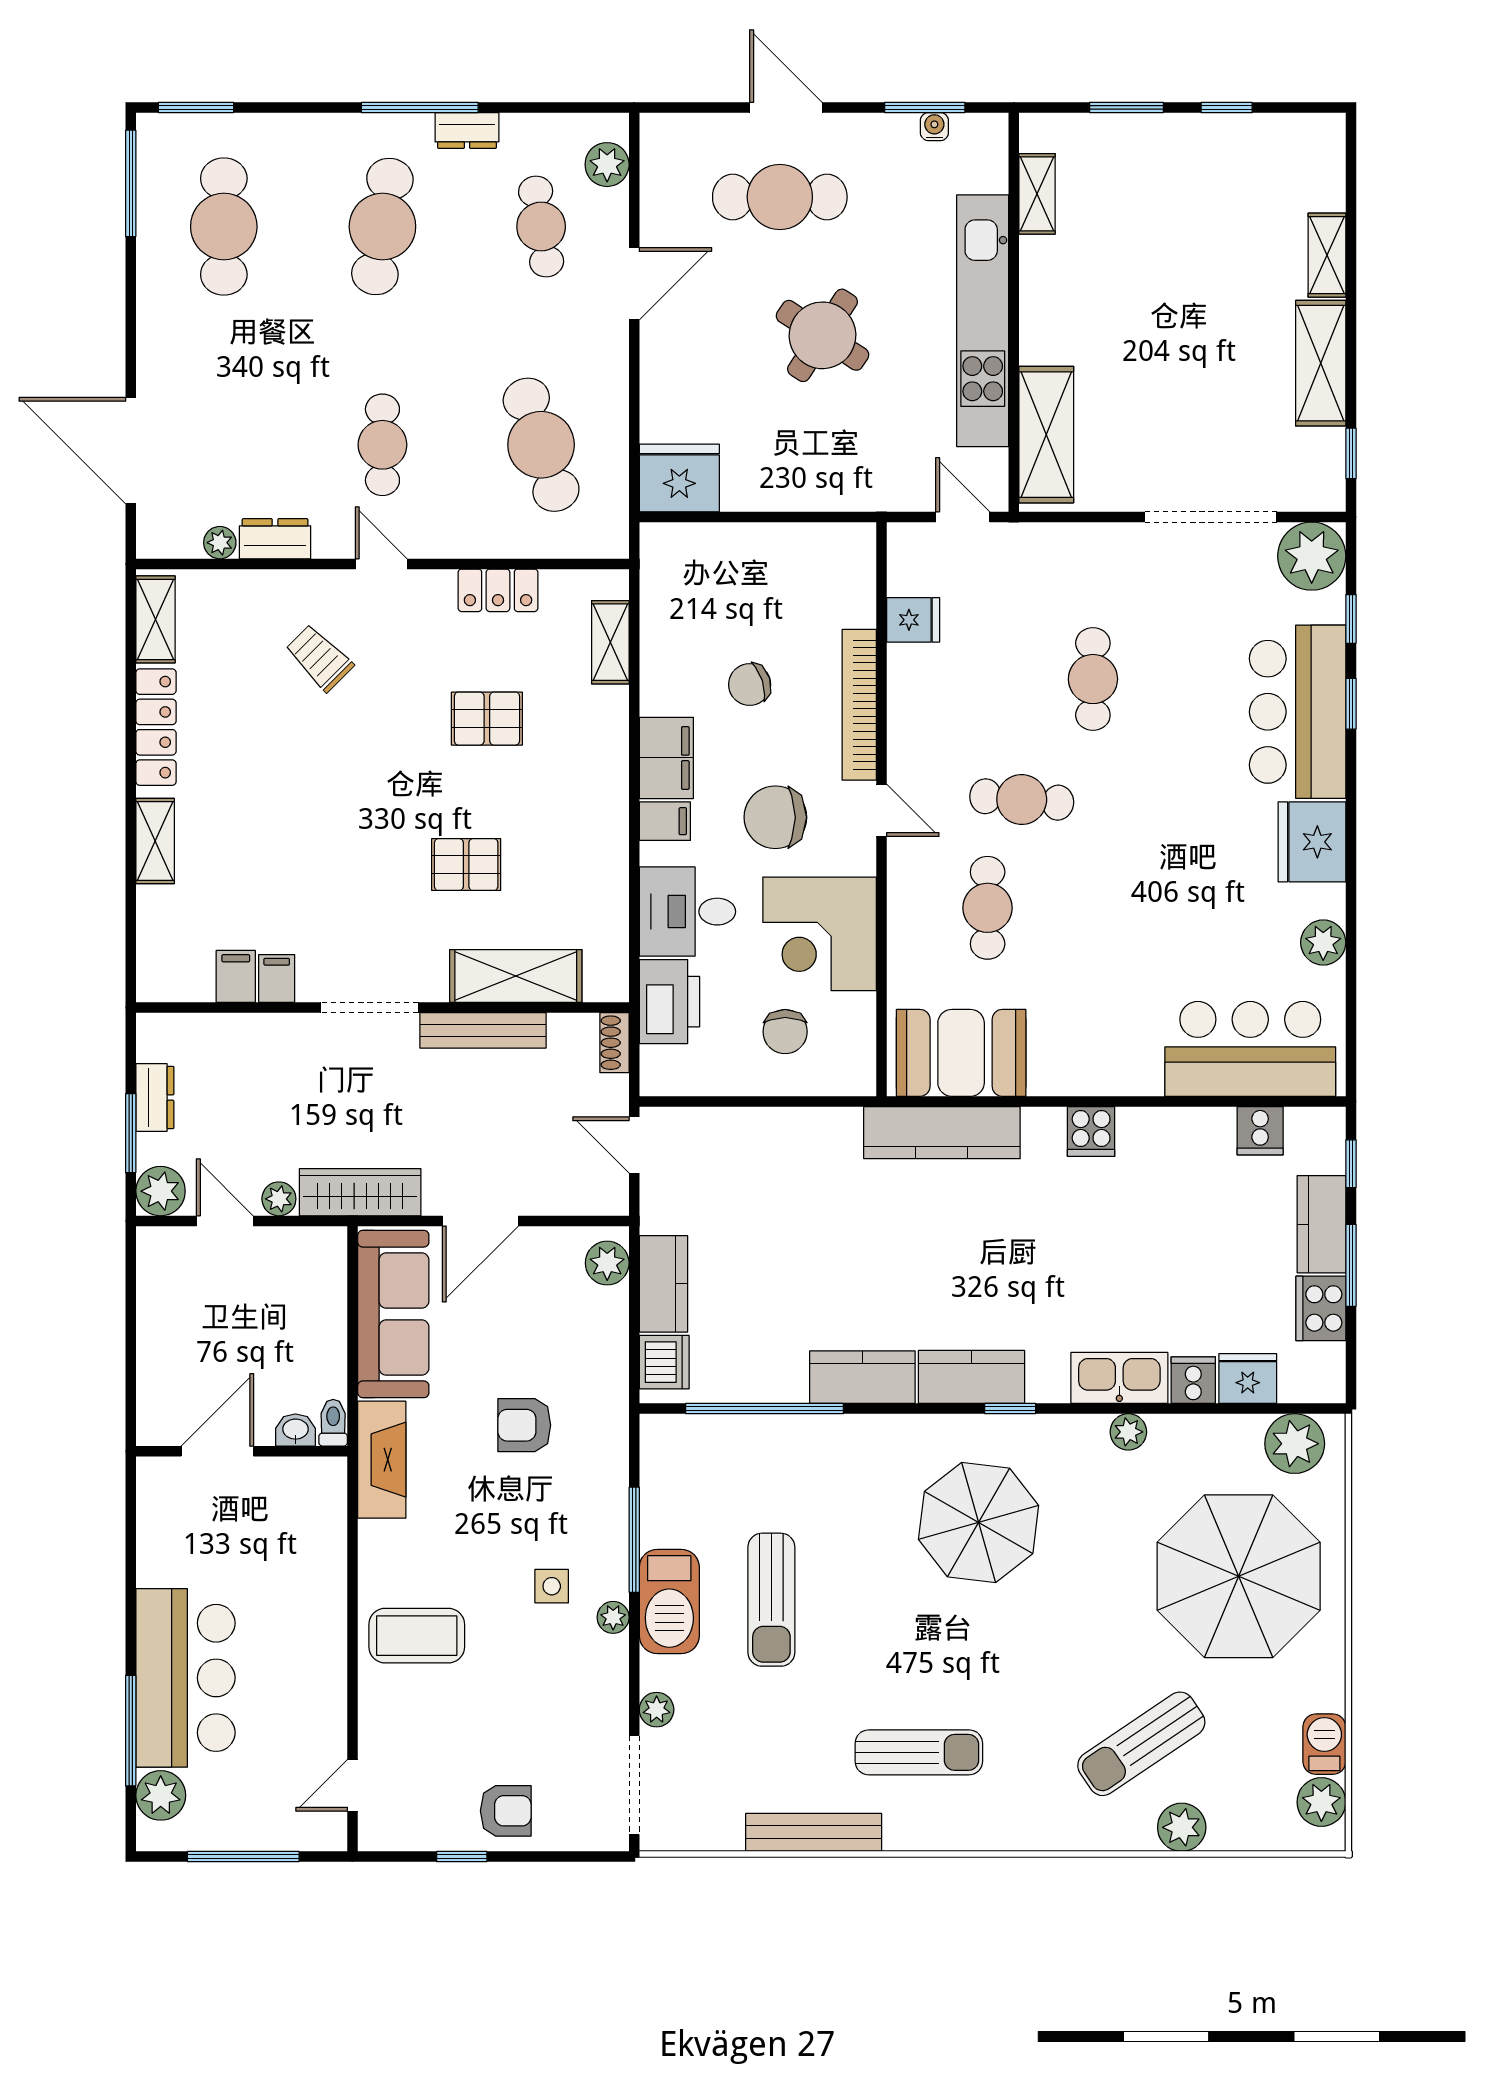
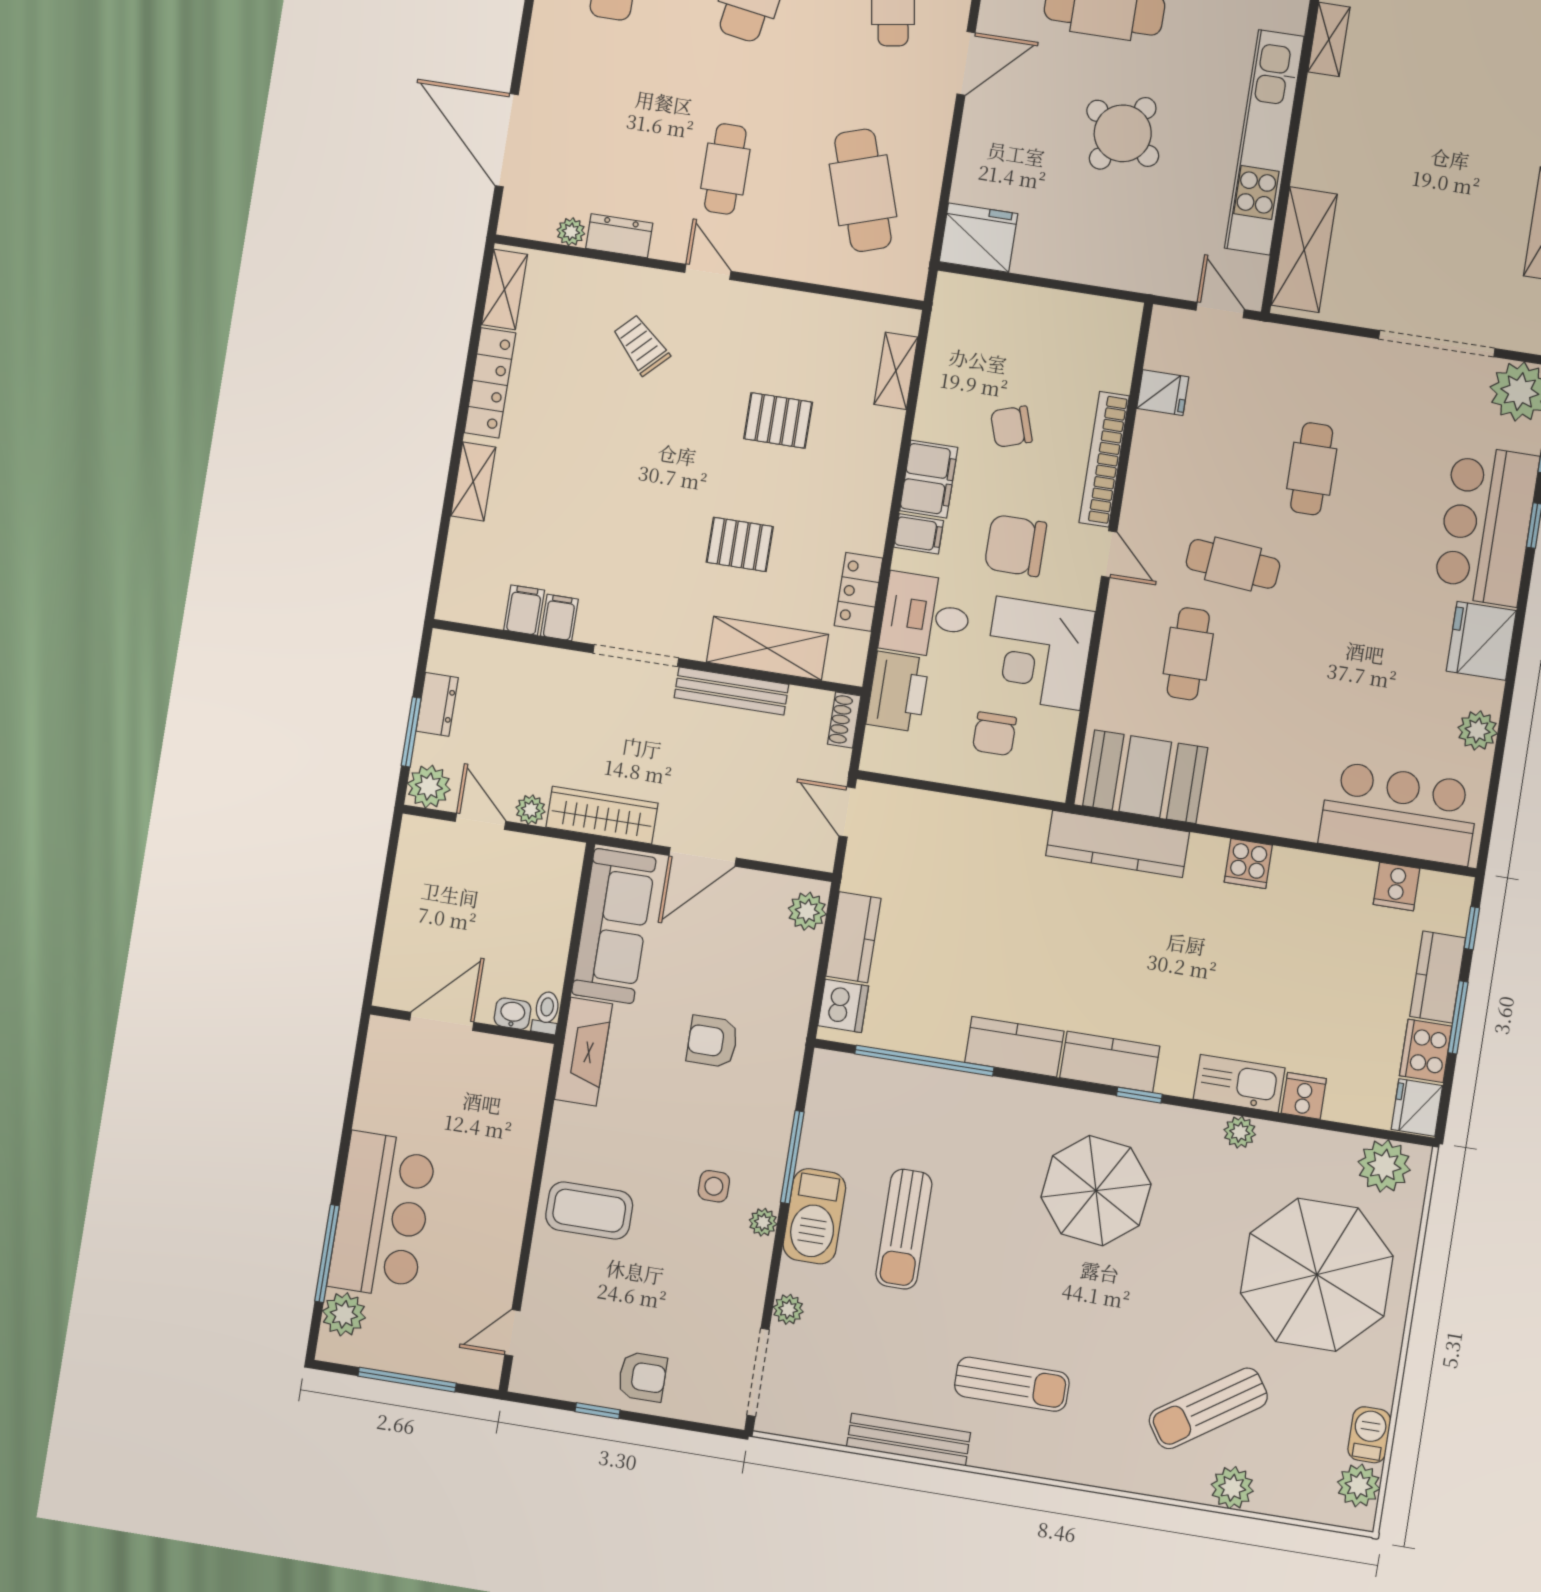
locker: (498, 590) -> (858, 592), moved, turned 90
fridge: (1248, 1379) -> (1417, 1108), moved, turned -90

